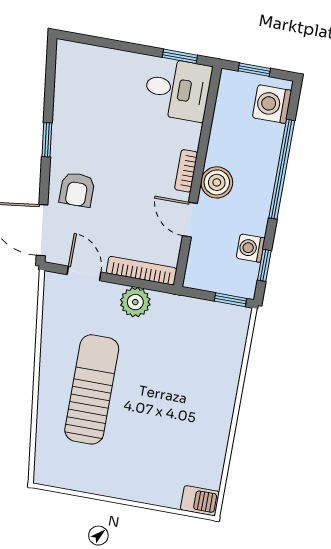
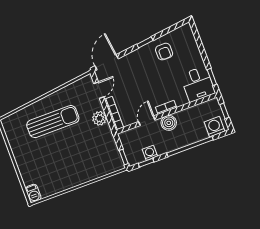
armchair: (77, 190) -> (164, 52), moved, turned -90

